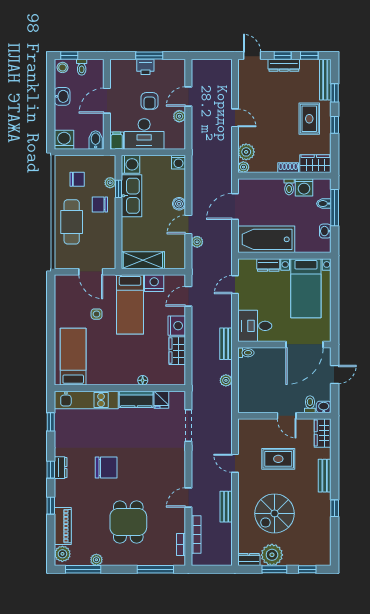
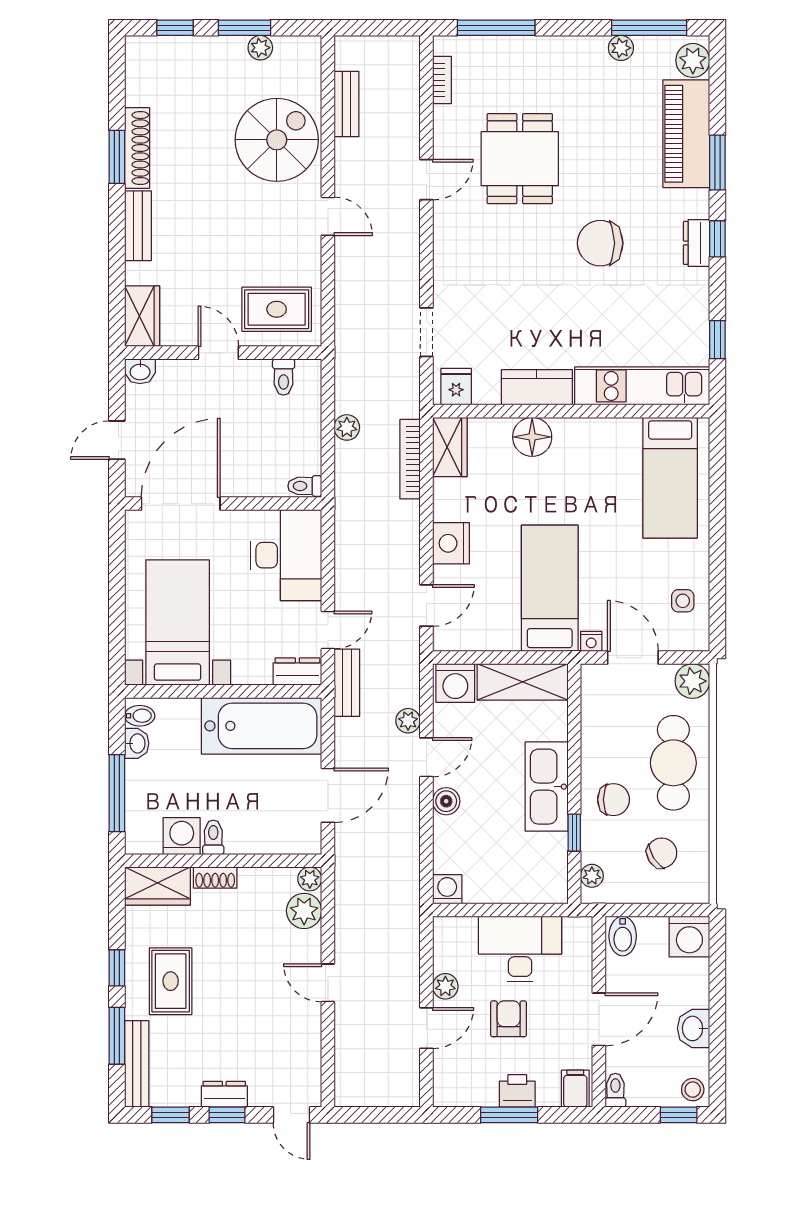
dresser: (284, 65) -> (224, 1094), width x0.70
toilet: (82, 67) -> (615, 1090), moved
window: (335, 93) -> (117, 1036), width x1.50
filing cabinet: (117, 141) -> (575, 1089), moved, turned 180
washing machine: (131, 164) -> (455, 683), moved, turned -90
chair: (77, 179) -> (662, 853), turned 148
plant: (110, 183) -> (592, 876), moved
kitchen sink: (132, 196) -> (547, 787), moved
bidet: (324, 204) -> (140, 716), moved
plant: (63, 261) -> (692, 681), added
dresser: (268, 265) -> (297, 672), moved
nightstand: (154, 283) -> (591, 641), moved, width x0.53, depth x0.56
side table: (97, 314) -> (683, 601), moved
desk: (255, 326) -> (286, 555), width x1.37
bench: (226, 344) -> (347, 683), moved
wardrobe: (177, 351) -> (450, 447), moved
floor lamp: (143, 380) -> (532, 437), width x1.89, depth x1.89
fridge: (161, 400) -> (456, 387), moved
toilet: (310, 404) -> (284, 377), moved
doorway: (188, 425) -> (426, 332), width x0.73
rug: (278, 459) -> (277, 309), moved
door: (235, 463) -> (328, 216), moved
window: (51, 506) -> (717, 162), width x1.50
bench: (226, 507) -> (346, 104), moved
window: (335, 508) -> (117, 157), width x1.50
shoe rack: (325, 512) -> (137, 148), added
spiral stairs: (275, 513) -> (277, 140), moved
dining table: (128, 522) -> (520, 159), moved
piano: (63, 526) -> (686, 134), width x1.37, depth x1.33
bookcase: (196, 535) -> (410, 459), moved
plant: (272, 555) -> (260, 48), width x0.53, depth x0.53
dresser: (249, 559) -> (298, 49), removed

